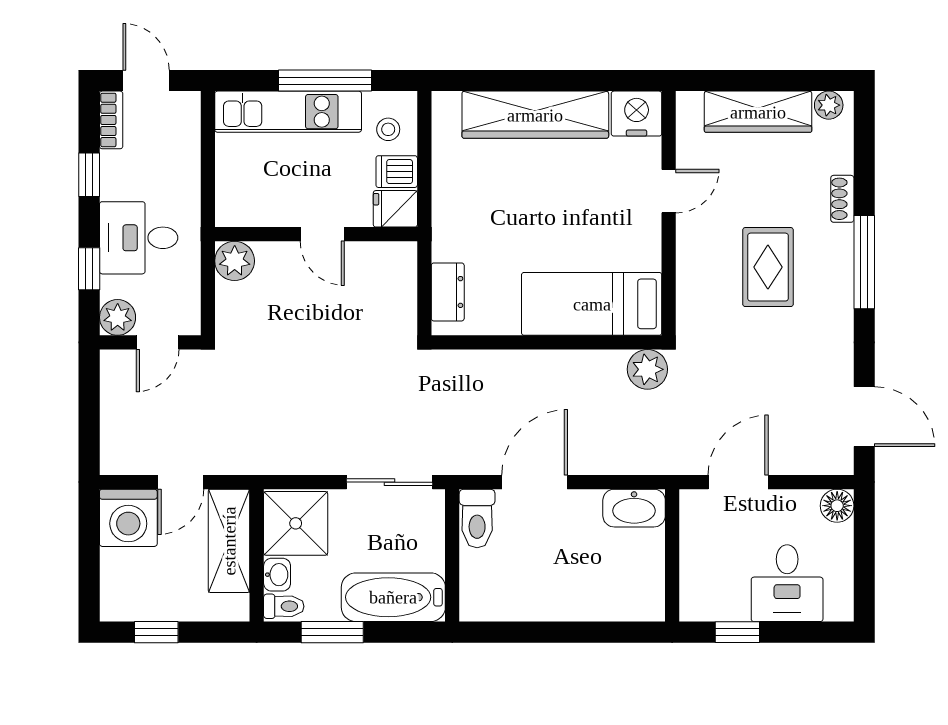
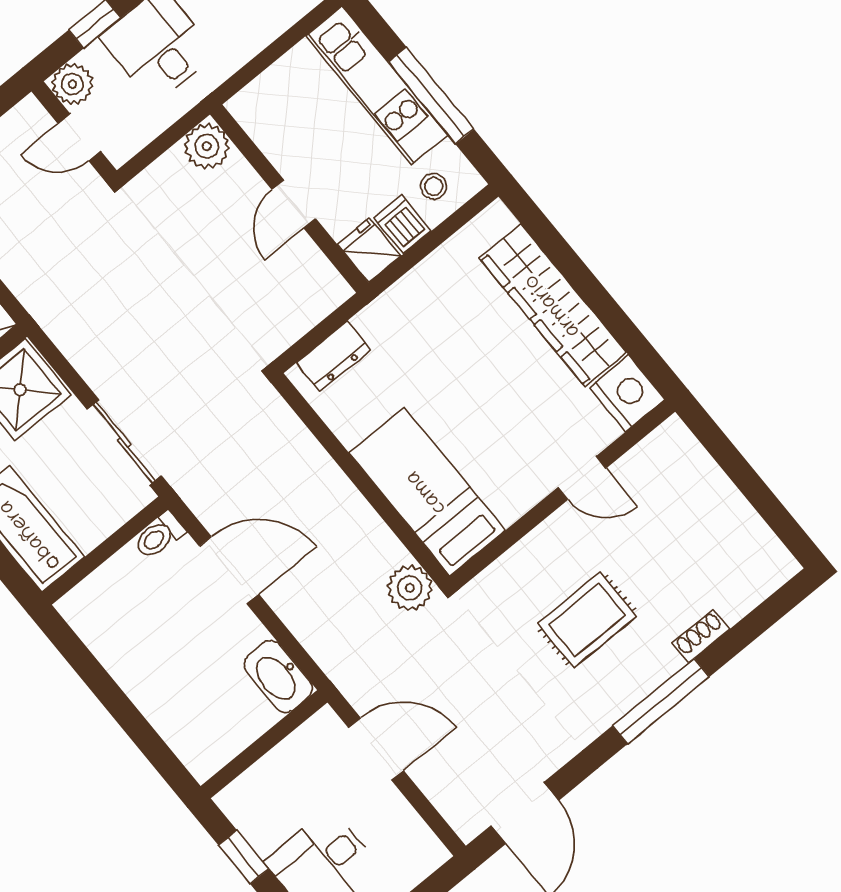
plant: (829, 105) -> (773, 556), removed
wardrobe: (758, 112) -> (716, 499), removed
floor lamp: (837, 506) -> (427, 853), removed
toilet: (477, 518) -> (159, 536), width x0.73, depth x0.72

